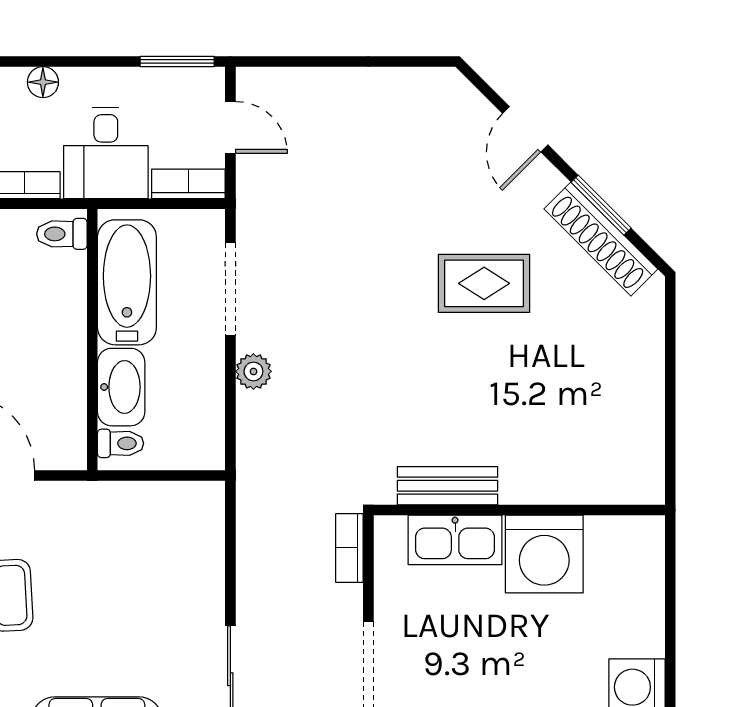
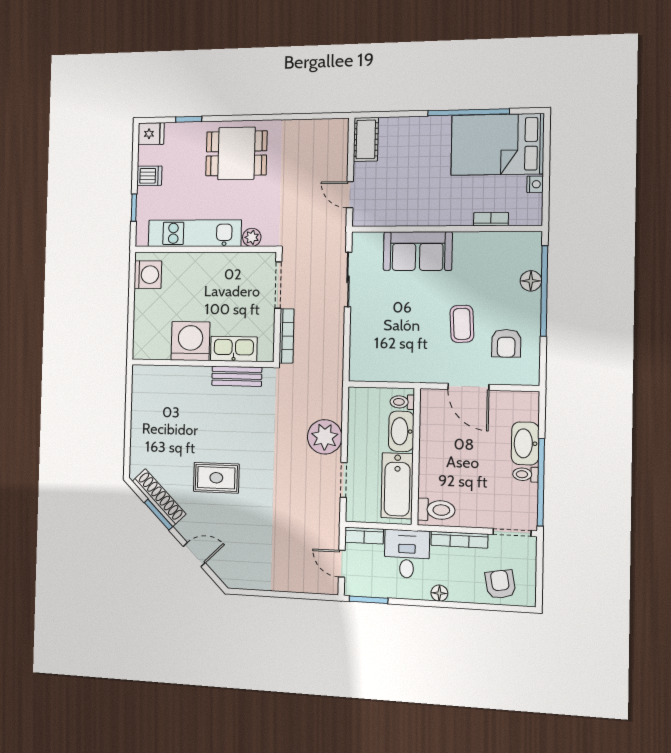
door: (525, 129) -> (194, 555), hinge flipped
toilet: (62, 234) -> (436, 510), width x1.37, depth x1.39
doorway: (230, 289) -> (344, 480), width x0.73
plant: (253, 371) -> (325, 437), width x1.88, depth x1.88
bookcase: (349, 548) -> (286, 336), width x1.56

